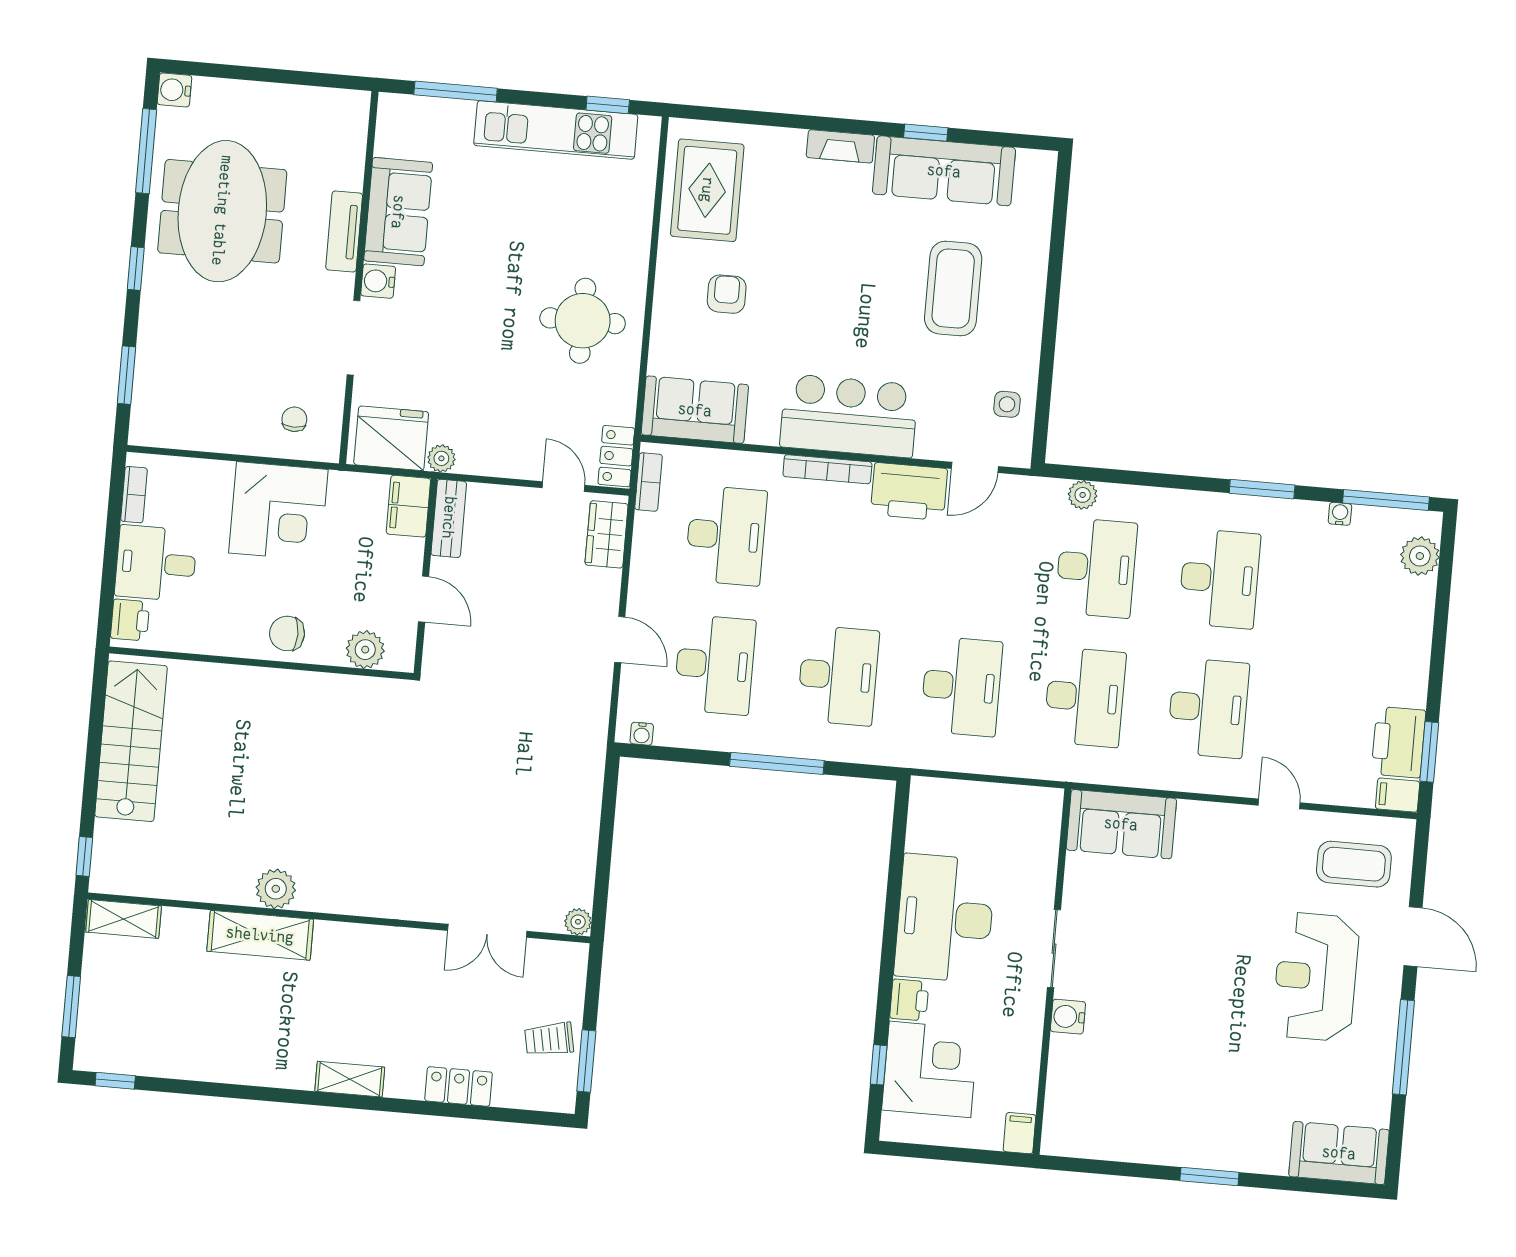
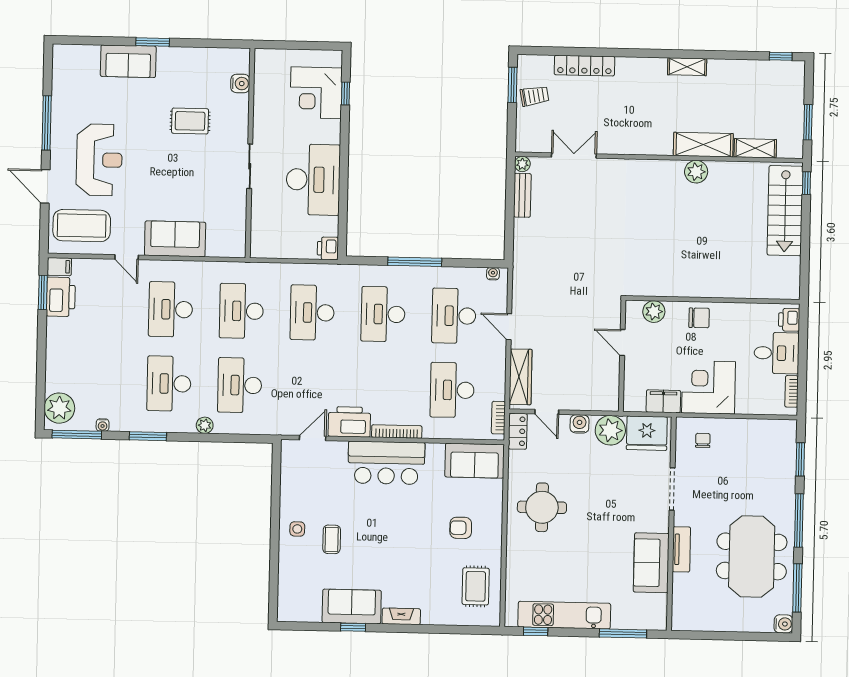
sofa: (944, 171) -> (352, 606), width x0.73
rug: (707, 190) -> (476, 586), width x0.73, depth x0.70
window: (136, 269) -> (799, 521), width x2.17
water cooler: (378, 281) -> (580, 424), moved, turned -90
coffee table: (953, 288) -> (332, 539), width x0.54, depth x0.58
armchair: (727, 294) -> (461, 528), turned 90
side table: (1007, 404) -> (297, 529), moved
chair: (294, 419) -> (703, 440), turned 180
plant: (441, 458) -> (610, 430), width x1.87, depth x1.87
plant: (1083, 495) -> (205, 425), moved
filing cabinet: (408, 506) -> (663, 401), moved, turned -90
bench: (449, 518) -> (522, 195), moved
wardrobe: (607, 534) -> (521, 377), width x1.50
plant: (1420, 556) -> (59, 408), width x1.36, depth x1.36
stairs: (131, 741) -> (785, 211), moved
sofa: (1121, 824) -> (175, 239), moved
coffee table: (1354, 864) -> (82, 226), width x1.36, depth x1.32
shelving: (124, 919) -> (755, 148), moved
printer: (909, 1000) -> (328, 248), moved
window: (71, 1007) -> (808, 122), moved
water cooler: (1068, 1017) -> (240, 84), moved
rug: (1153, 1034) -> (190, 121), added
shelving: (350, 1079) -> (687, 67), moved
locker: (459, 1086) -> (584, 66), width x1.53
filing cabinet: (1019, 1133) -> (263, 60), removed
sofa: (1339, 1153) -> (128, 61), moved

